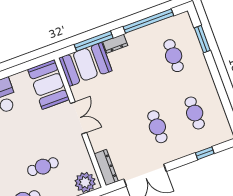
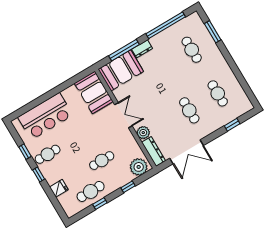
plant: (98, 143) -> (143, 133), added

